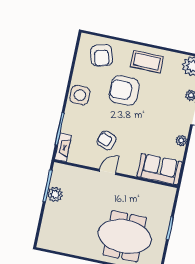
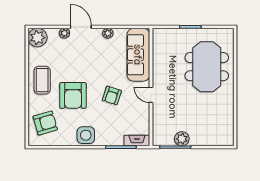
armchair: (107, 140) -> (112, 95), moved
sofa: (160, 169) -> (138, 55), width x1.36

